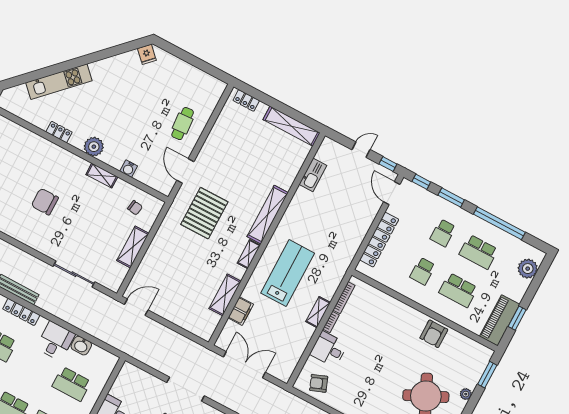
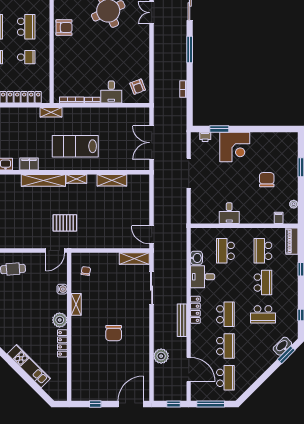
locker: (59, 132) -> (62, 343), width x1.53
door: (185, 171) -> (55, 250), moved
pallet: (204, 213) -> (65, 223), width x0.73, depth x0.71
shelving: (133, 247) -> (134, 258), moved
filing cabinet: (241, 311) -> (29, 164), moved
shelving: (318, 312) -> (51, 112), moved
school desk: (72, 384) -> (225, 251), turned 180

